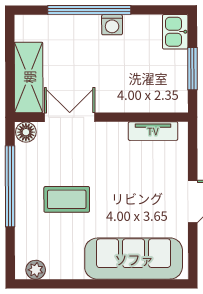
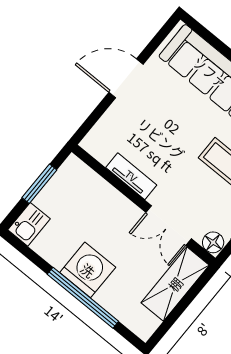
washing machine: (112, 25) -> (88, 270), width x1.89, depth x1.89
tv unit: (153, 131) -> (131, 176), moved

